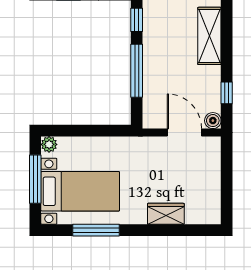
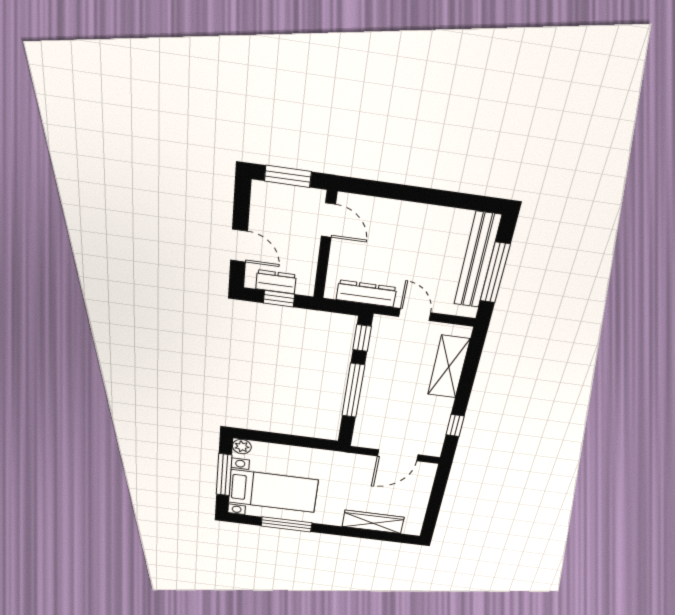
boiler: (213, 121) -> (433, 449), removed
door: (184, 133) -> (398, 455), swing flipped
wardrobe: (166, 214) -> (373, 522), width x1.50

